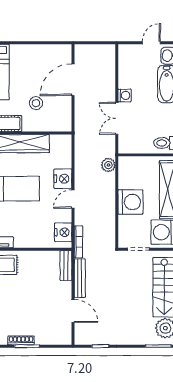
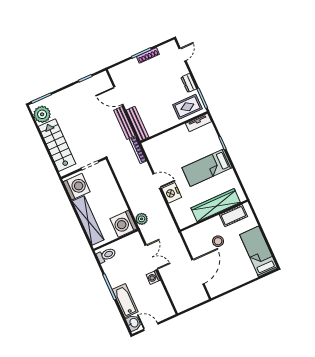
door: (151, 43) -> (151, 327), swing flipped
door: (73, 199) -> (157, 181), hinge flipped
washing machine: (130, 202) -> (124, 224), moved
nightstand: (63, 232) -> (153, 152), removed
bench: (66, 266) -> (138, 124), width x1.36

